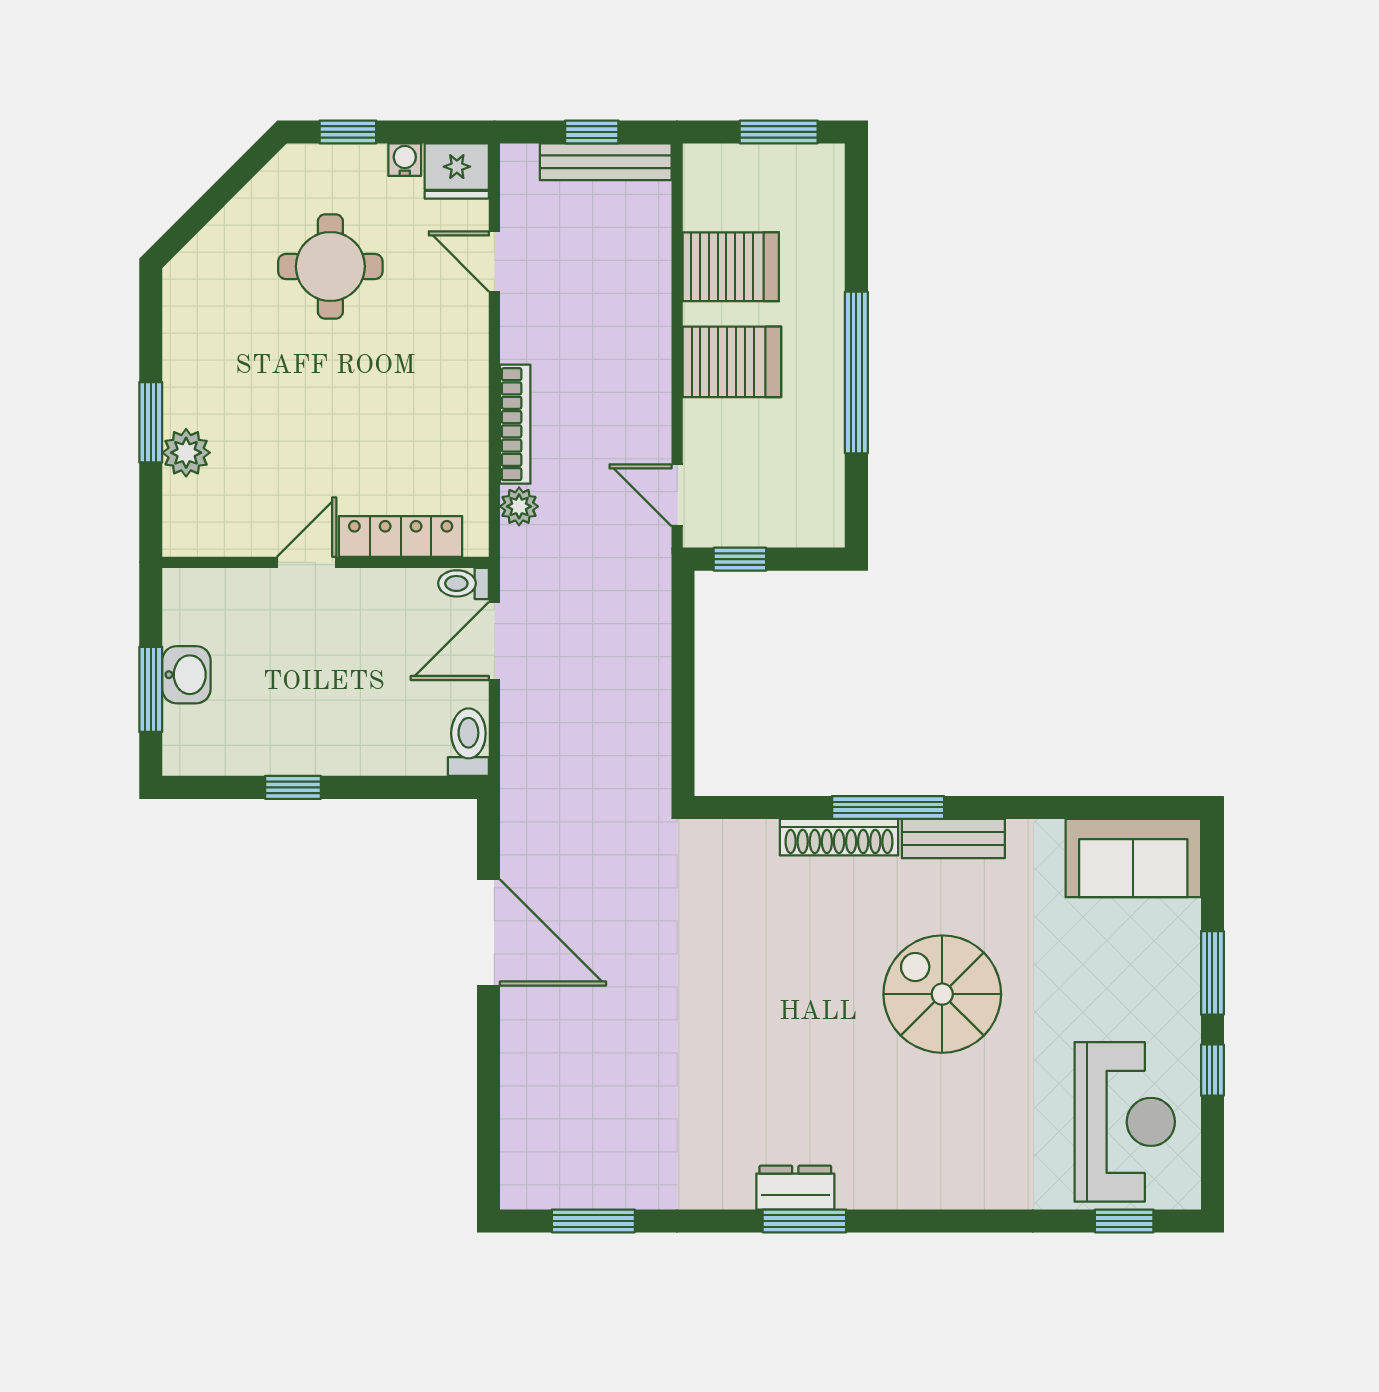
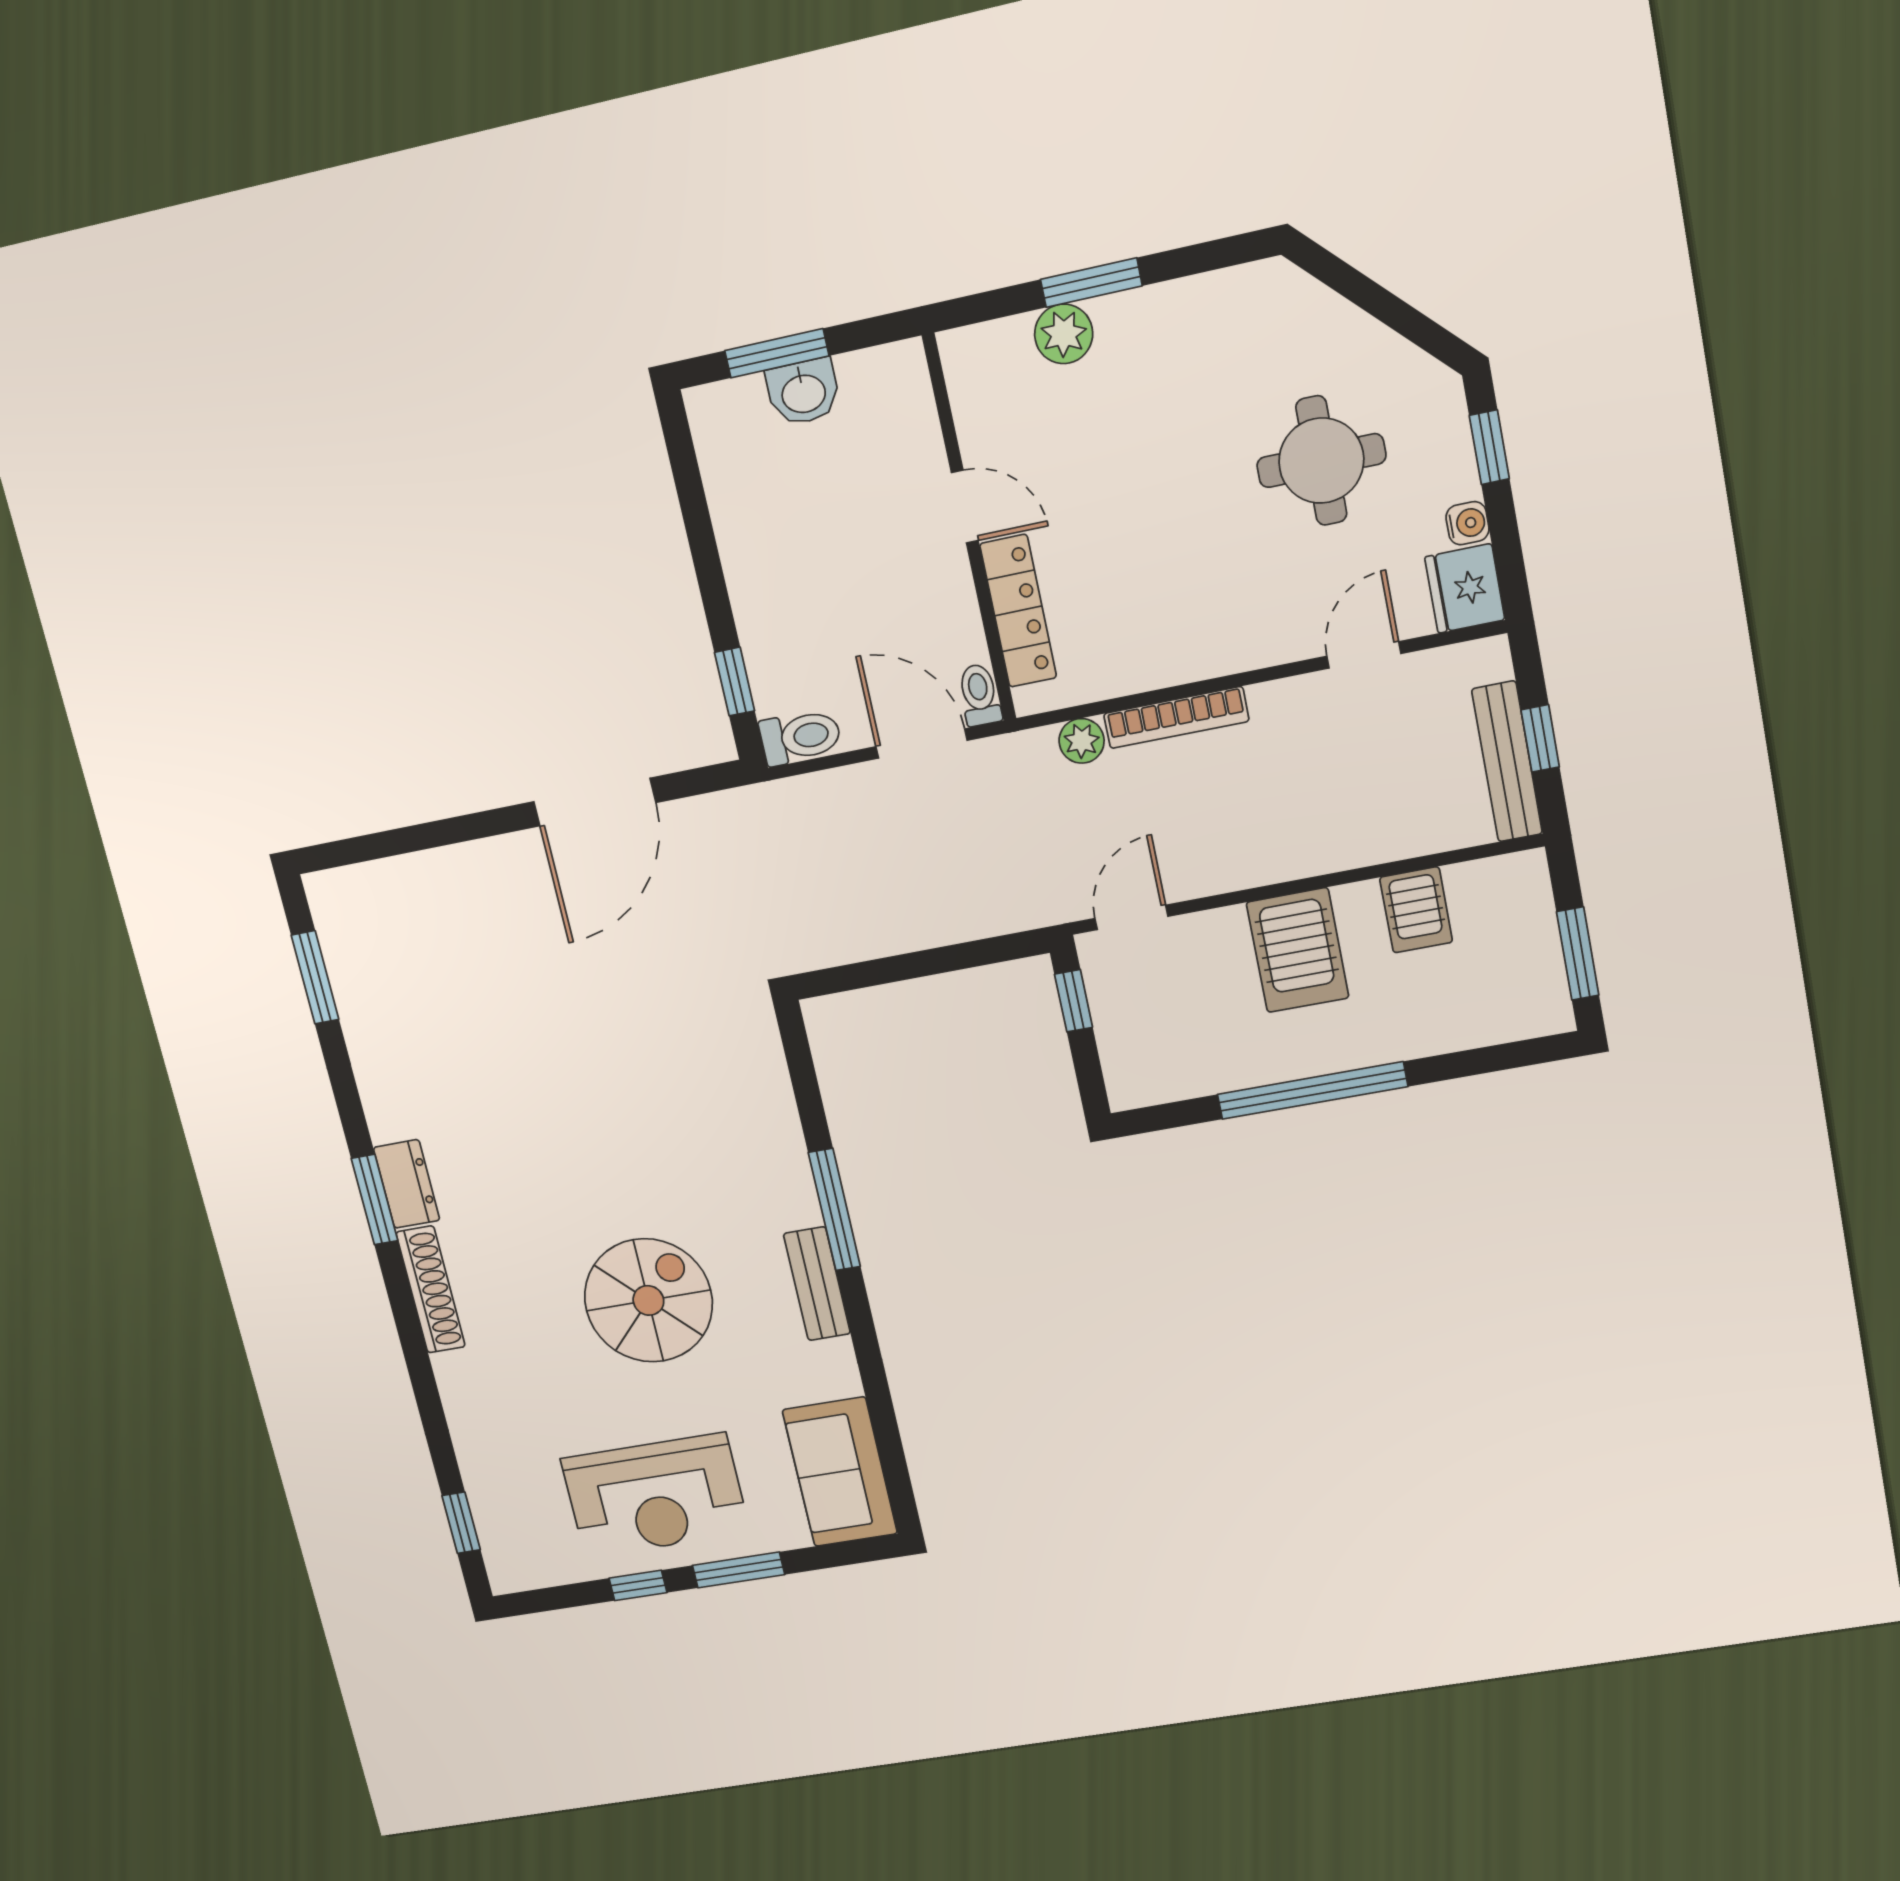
server rack: (731, 267) -> (1416, 910), width x0.73, depth x0.70
window: (293, 787) -> (735, 682), moved
shoe rack: (839, 837) -> (431, 1290), moved, turned 180
reception desk: (1125, 1122) -> (655, 1496), moved

